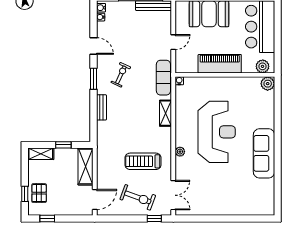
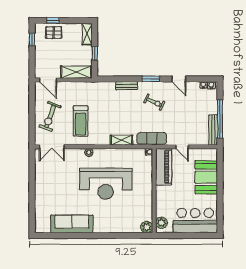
door: (93, 46) -> (179, 79), hinge flipped
piano: (220, 64) -> (164, 167), moved
sofa: (264, 153) -> (72, 224), moved
treadmill: (143, 161) -> (81, 121), turned 180
window: (154, 219) -> (32, 130), removed

